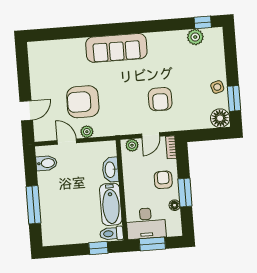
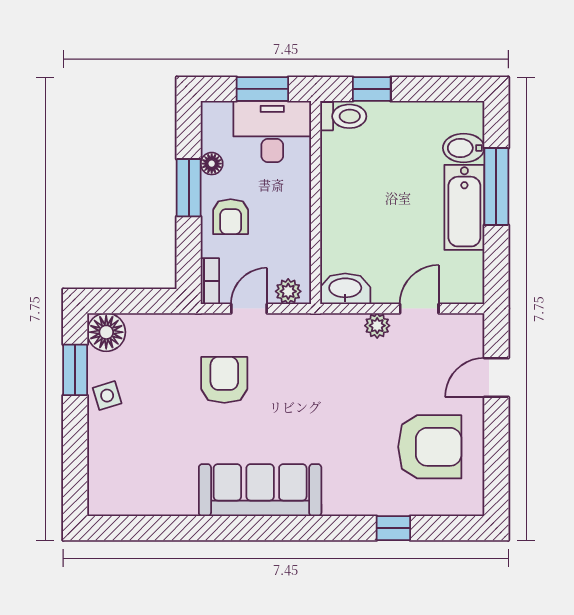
window: (203, 22) -> (393, 528), moved
plant: (195, 37) -> (144, 500), removed
sofa: (116, 48) -> (260, 490), moved
armchair: (83, 102) -> (430, 447), moved
door: (67, 142) -> (419, 309), swing flipped
bidet: (46, 163) -> (464, 148), moved
washbasin: (110, 170) -> (345, 289), moved, turned -90
bathtub: (111, 204) -> (464, 207), moved, turned 180

